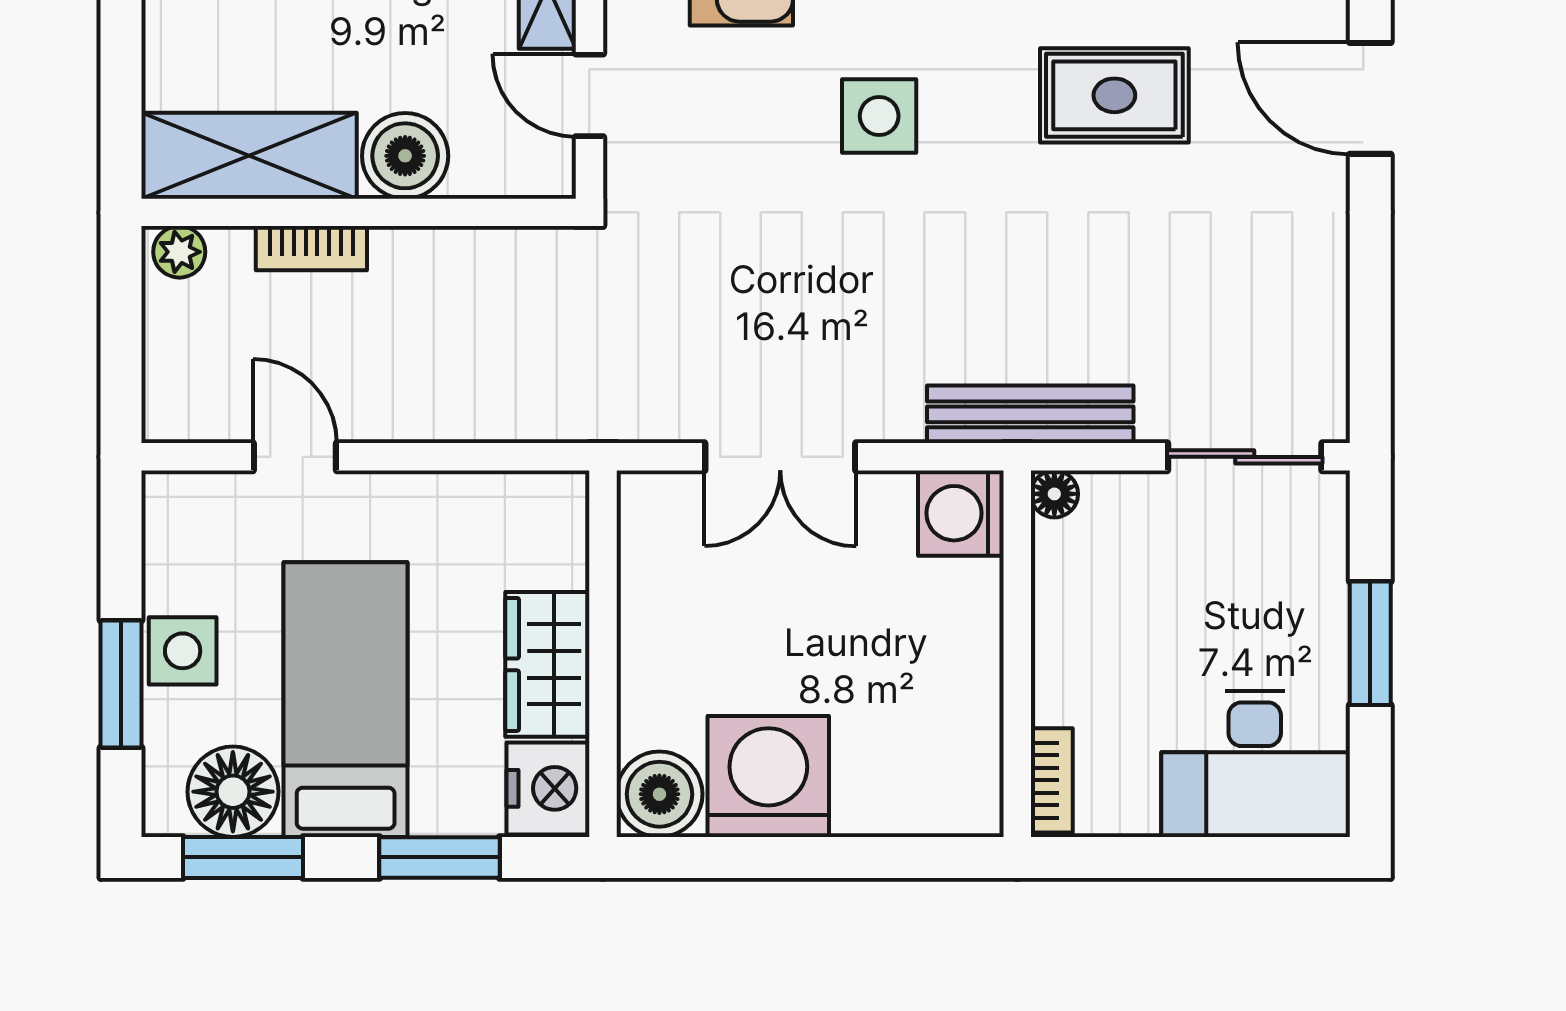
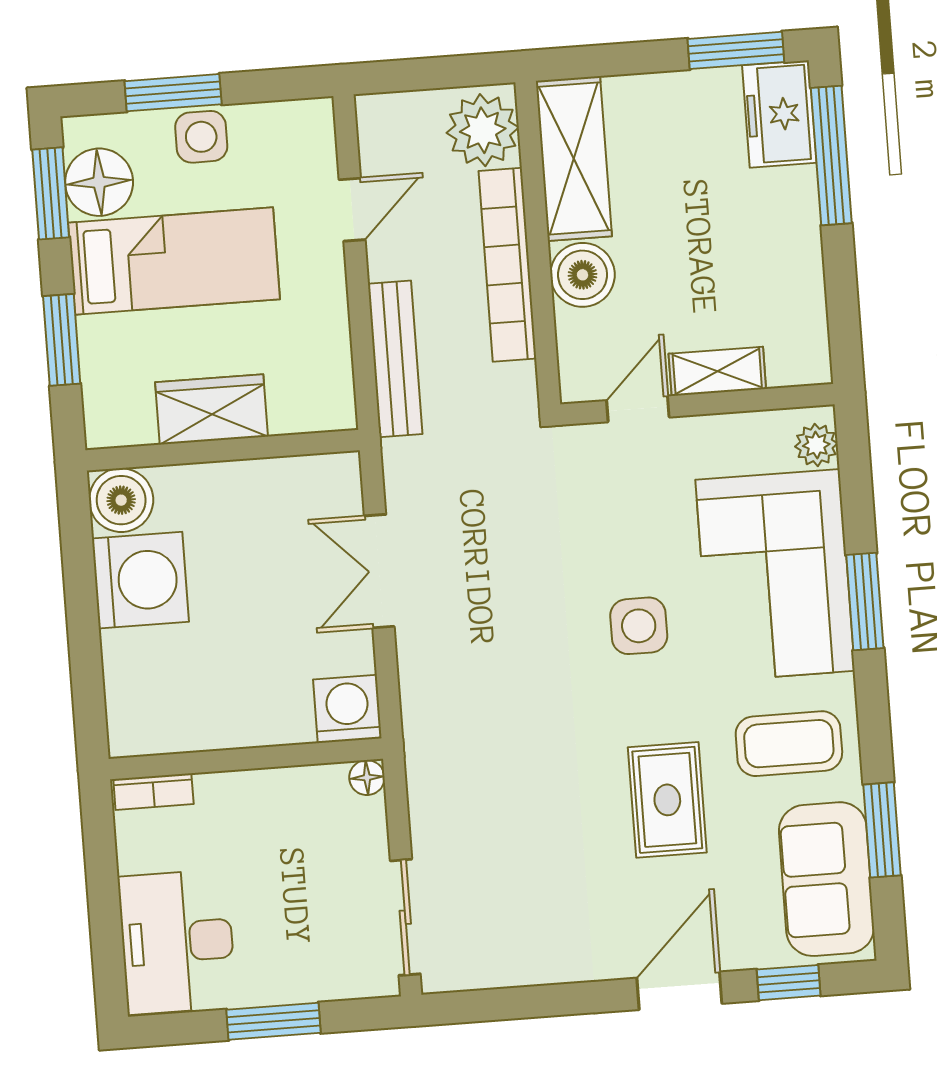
bookcase: (311, 248) -> (507, 265), width x2.31, depth x1.31
plant: (179, 252) -> (483, 130), width x1.87, depth x1.87
bench: (1030, 414) -> (395, 359), moved
nightstand: (548, 788) -> (119, 417), removed

